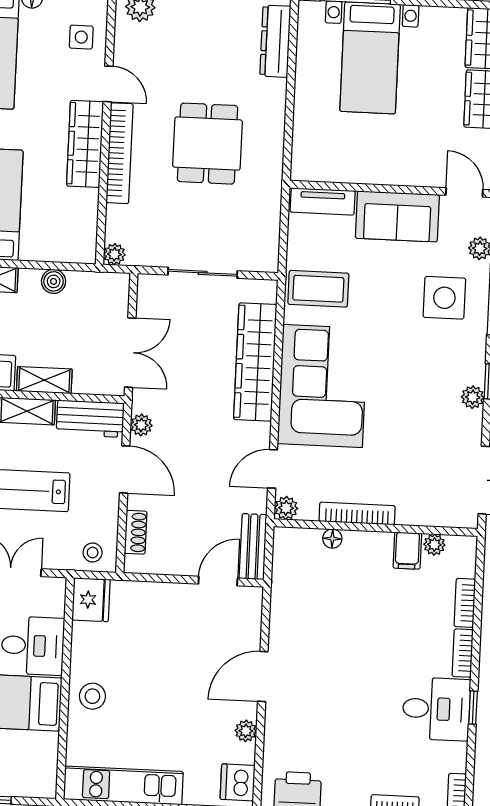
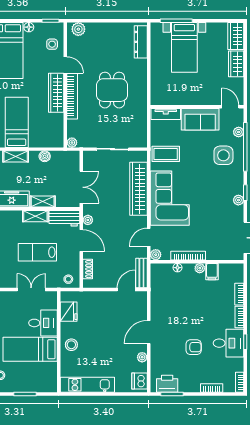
plant: (434, 545) -> (200, 268), moved
fridge: (91, 600) -> (69, 312), moved
armchair: (359, 714) -> (194, 347), added

